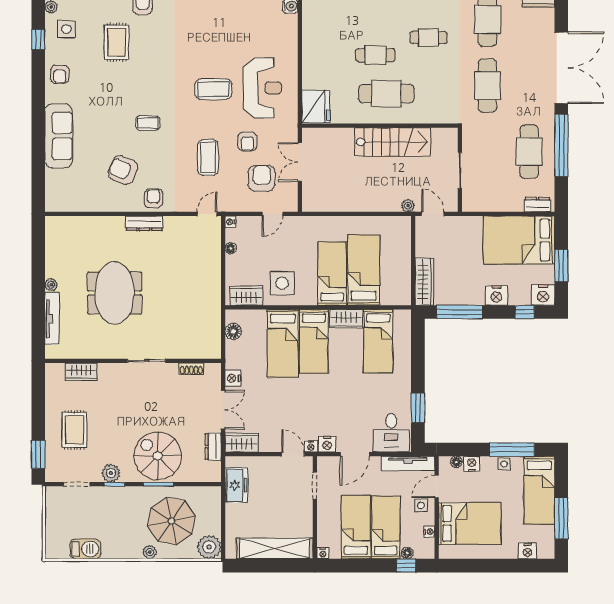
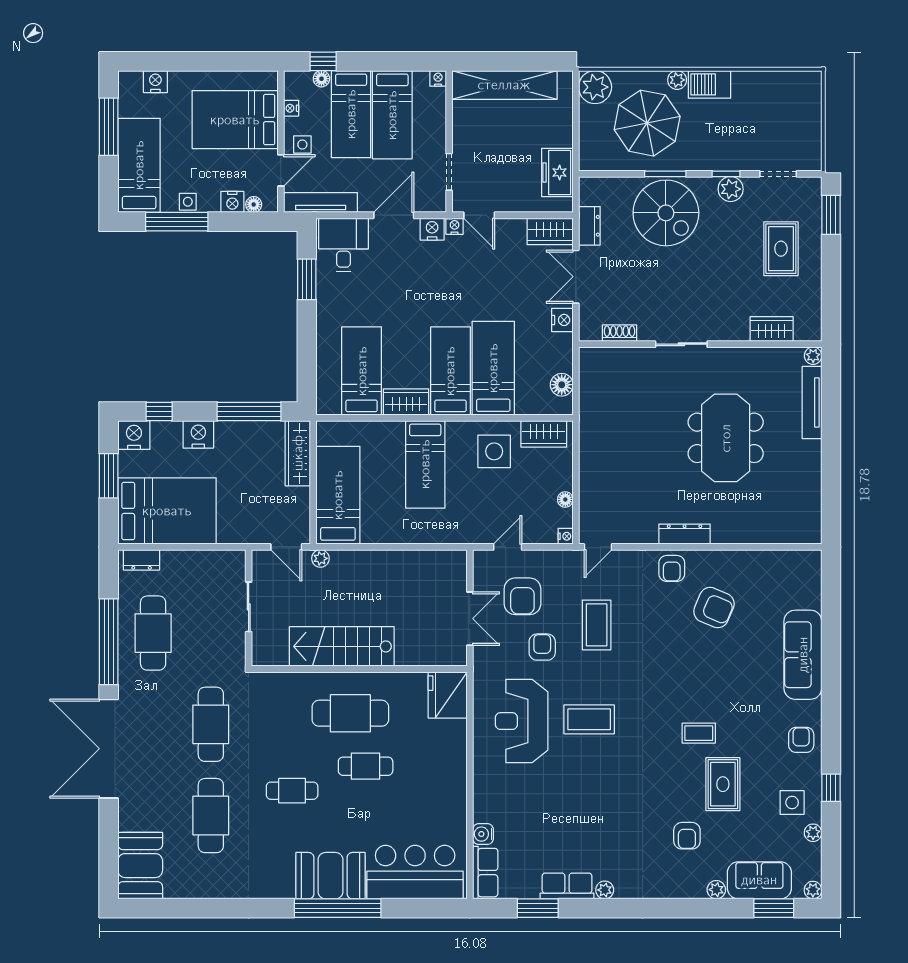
coffee table: (148, 123) -> (699, 733), moved
bed: (364, 270) -> (338, 495), moved, turned 180
plant: (51, 285) -> (813, 356), moved
barbecue: (85, 549) -> (709, 84), moved

